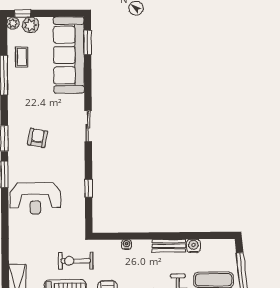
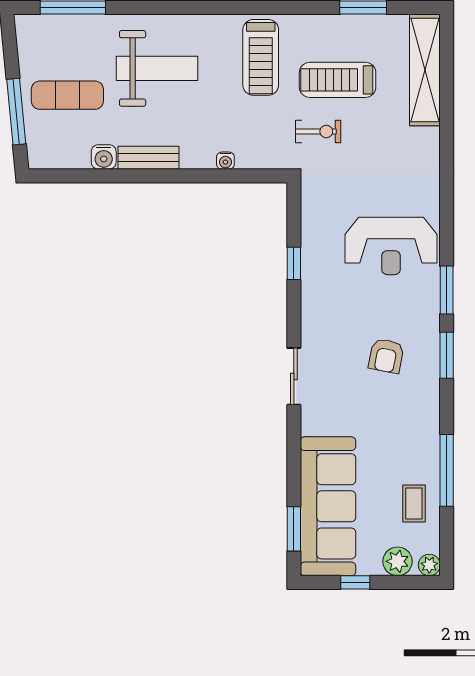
window: (23, 14) -> (355, 582), moved
reception desk: (35, 198) -> (391, 246), turned 180
exercise bike: (76, 261) -> (318, 131), width x0.73, depth x0.72

